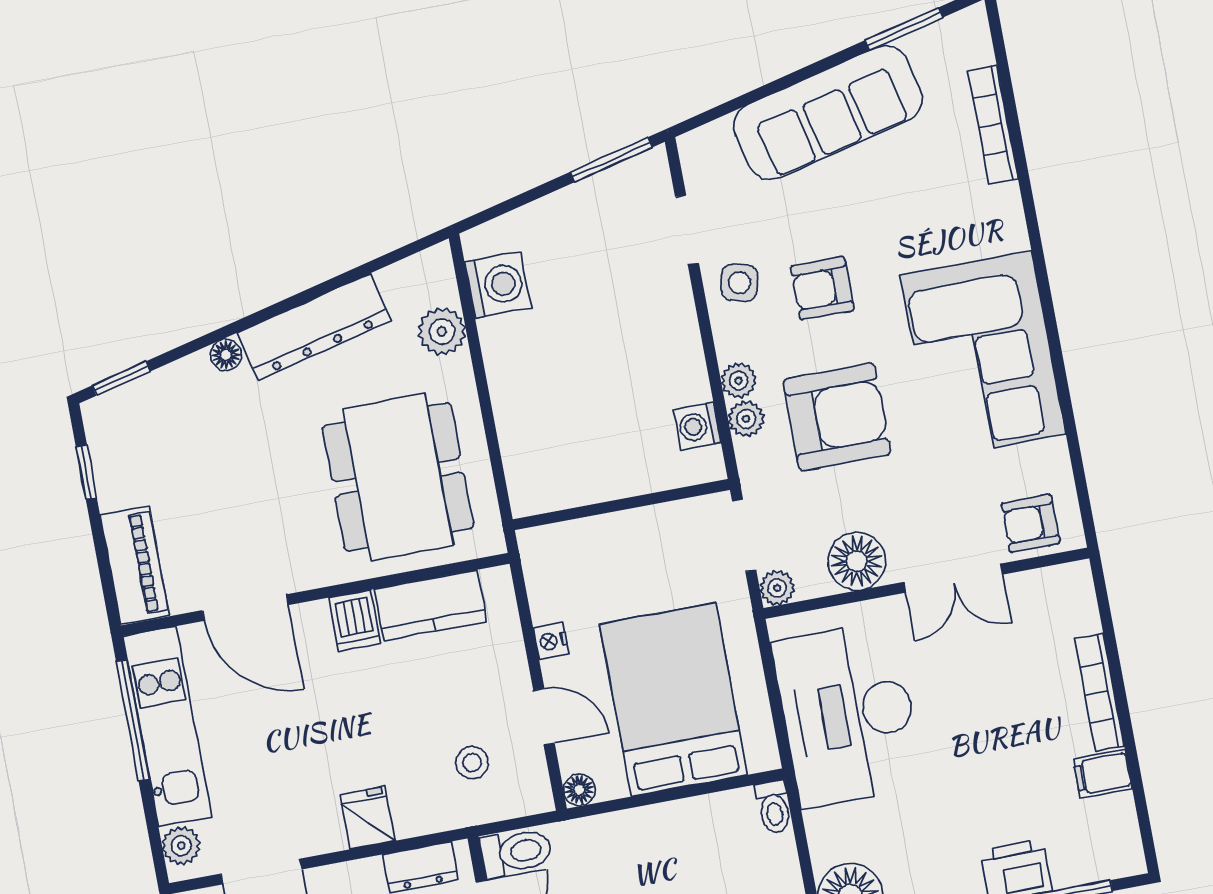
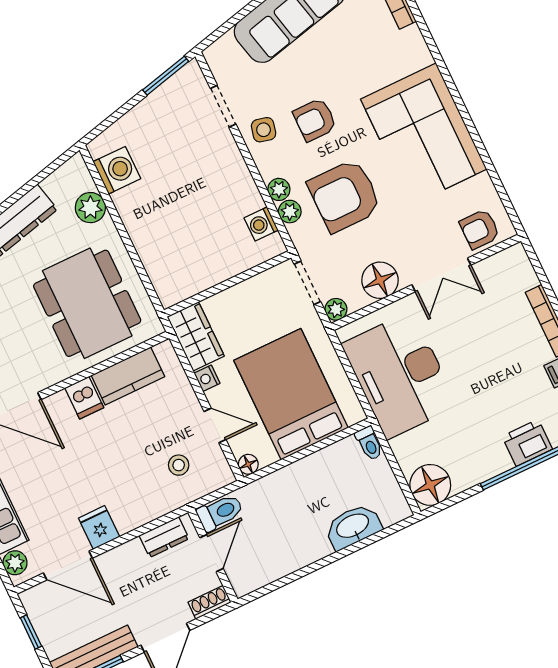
armchair: (837, 417) -> (345, 196), turned 180
wardrobe: (551, 572) -> (196, 336), added
fridge: (367, 818) -> (99, 527), moved

